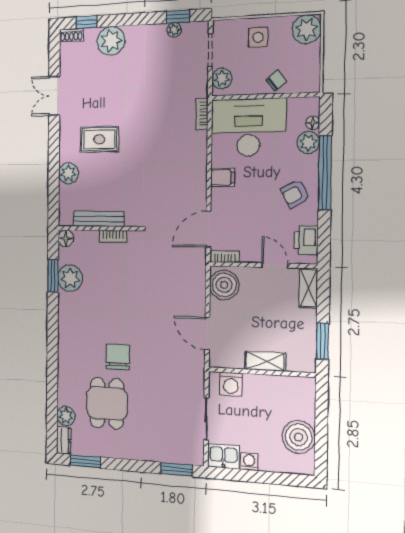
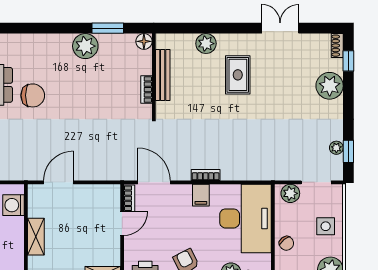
bookcase: (202, 114) -> (206, 175), moved
door: (275, 265) -> (122, 223), moved
plant: (70, 278) -> (85, 46), moved
boiler: (224, 285) -> (104, 198), removed

